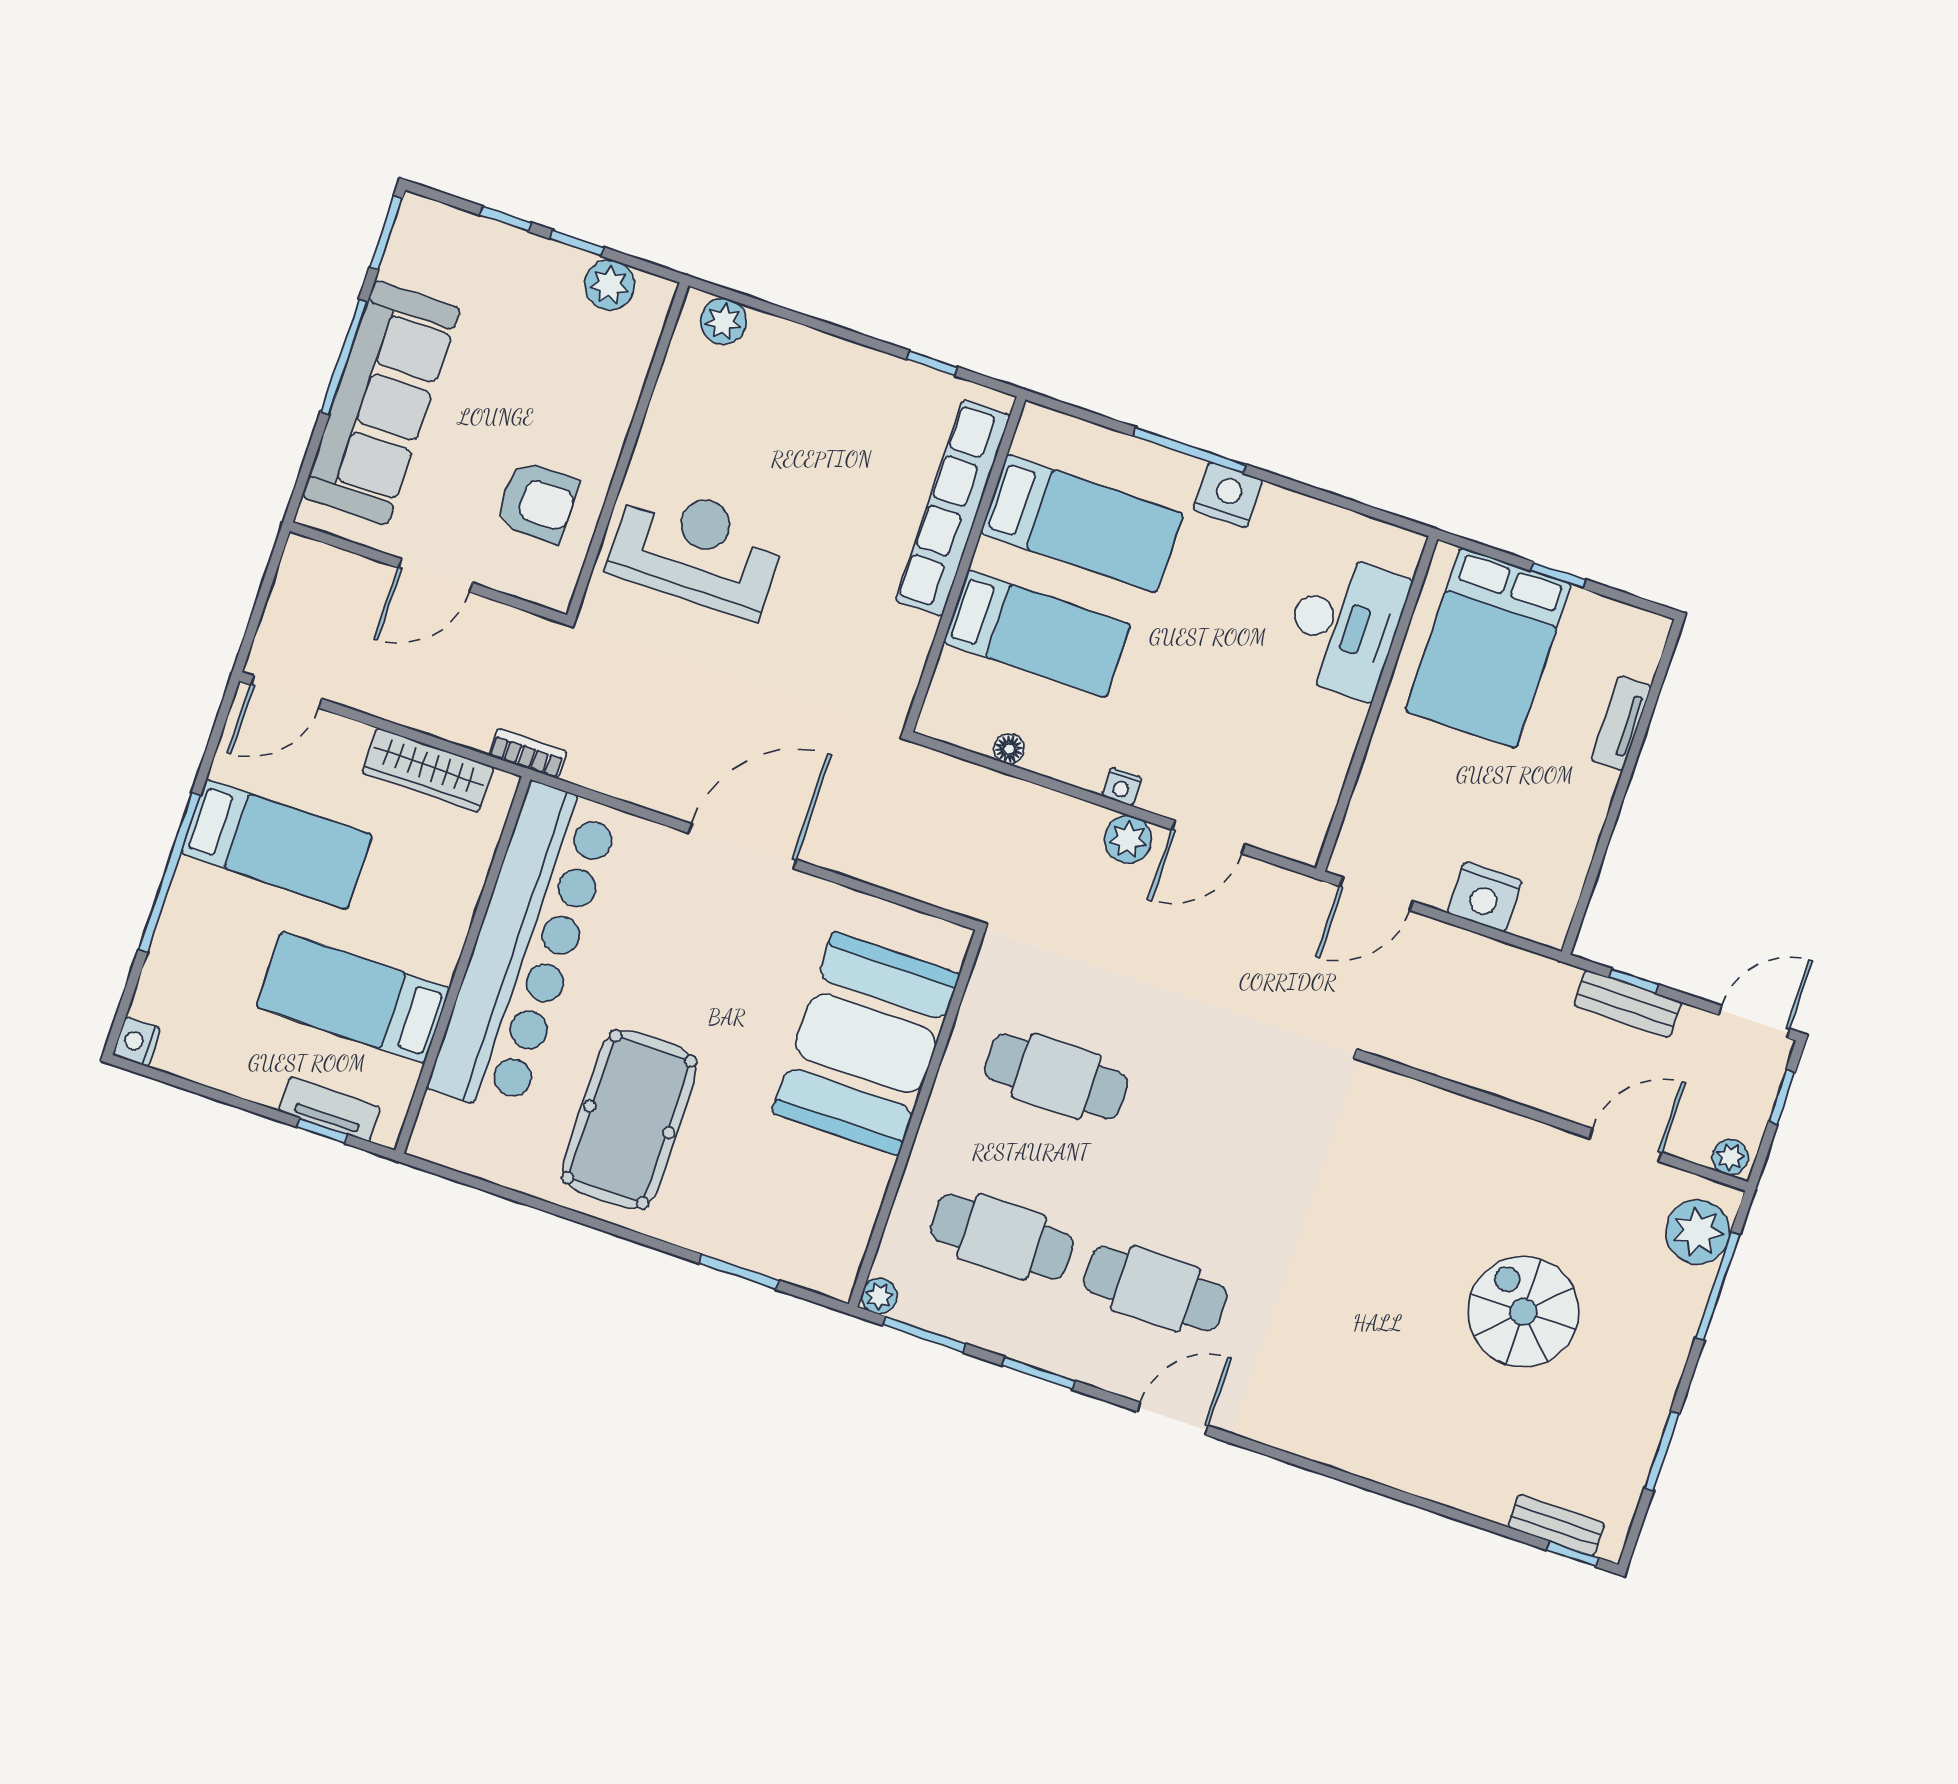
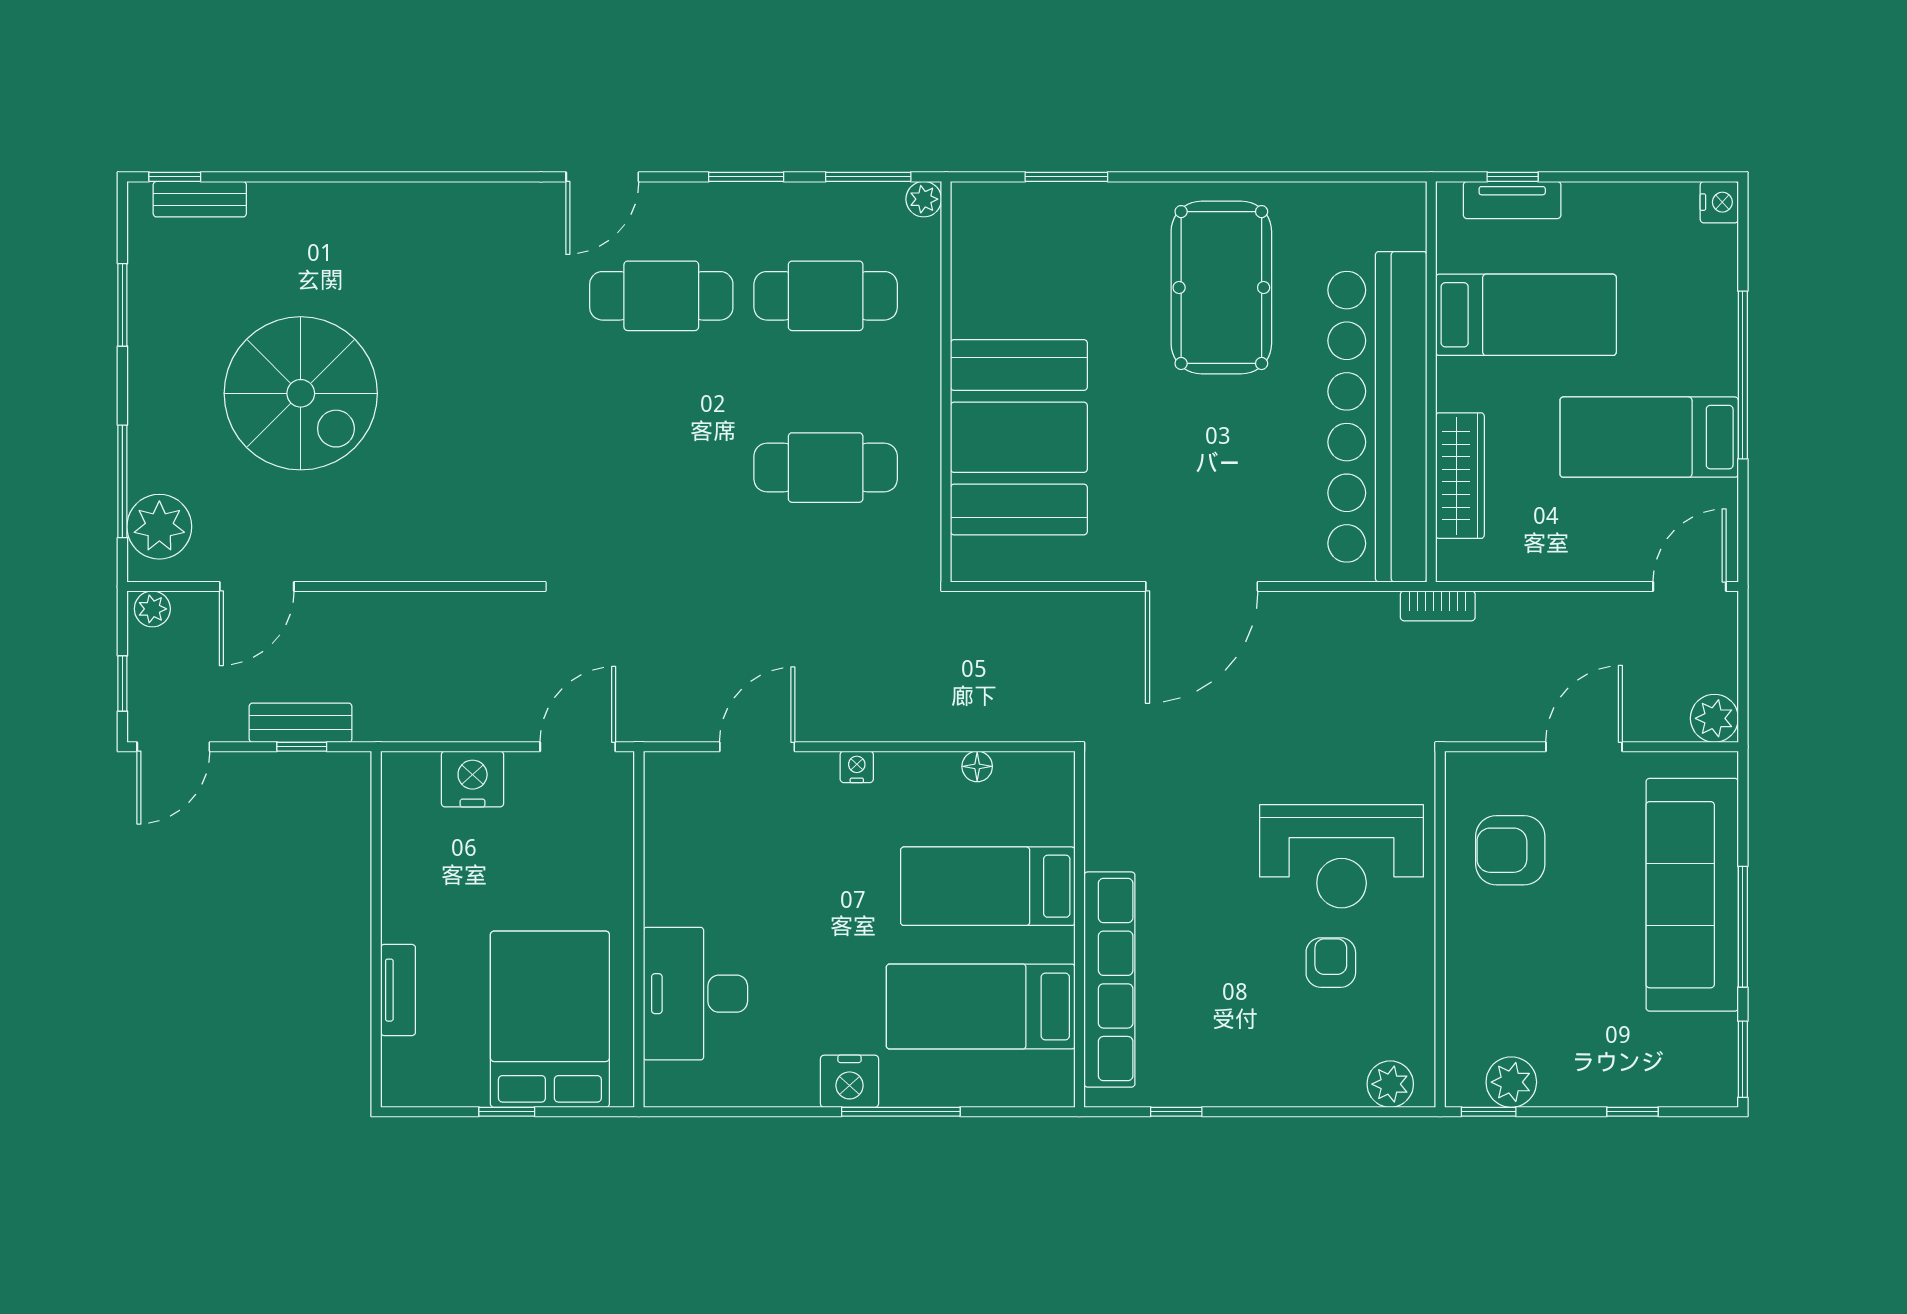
window: (577, 243) -> (1489, 1112), moved
armchair: (740, 454) -> (1331, 963), added
wardrobe: (428, 770) -> (1460, 476), moved, turned 90
plant: (1128, 839) -> (1714, 718), moved
spiral stairs: (1523, 1312) -> (301, 393), width x1.37, depth x1.37

